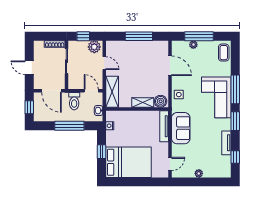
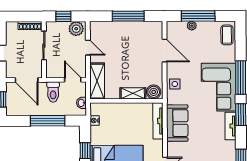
tv unit: (226, 143) -> (230, 126), moved

